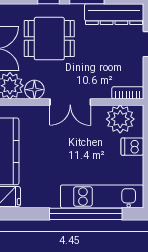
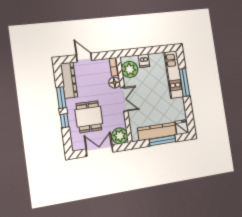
floor lamp: (34, 90) -> (114, 83), moved
window: (86, 214) -> (184, 82), width x0.68

